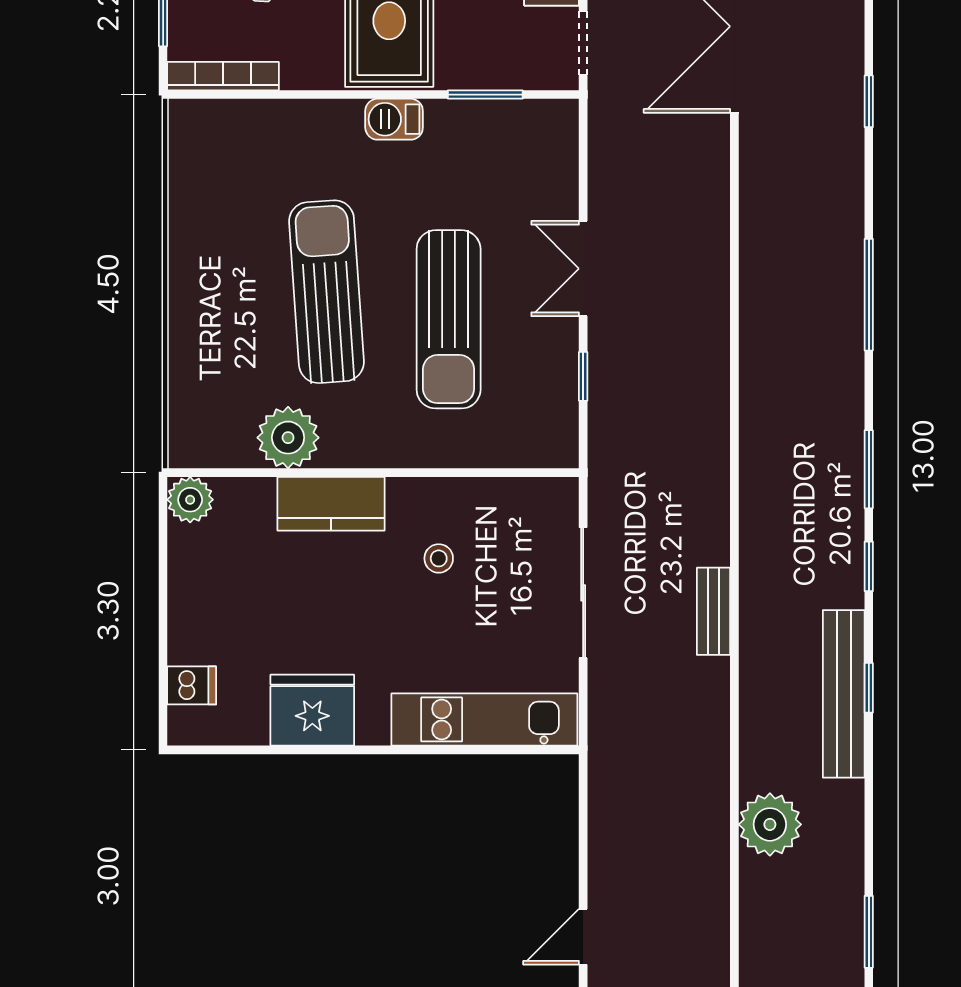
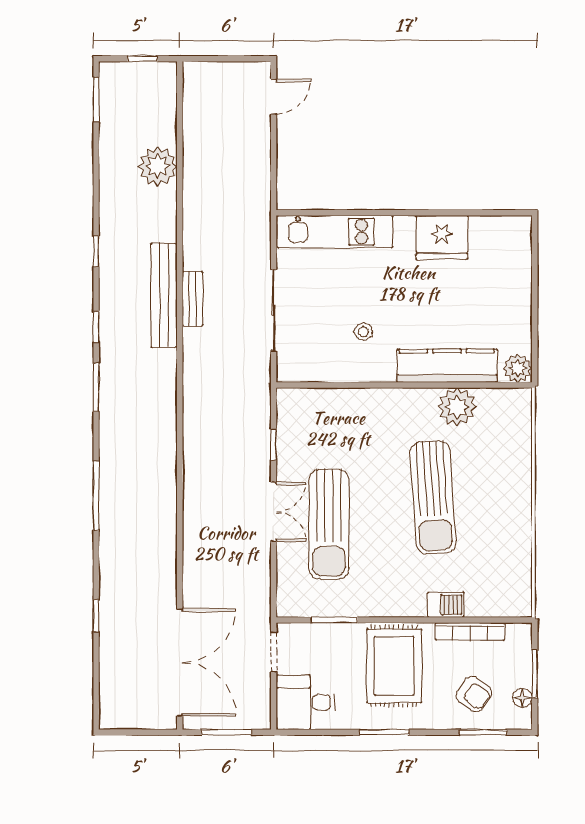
bookcase: (223, 76) -> (470, 631), moved
barbecue: (394, 119) -> (446, 605), moved
sun lounger: (449, 319) -> (329, 524), moved, turned 180
kitchen counter: (331, 504) -> (447, 366), width x1.50
dishwasher: (192, 685) -> (517, 253), removed
bench: (844, 694) -> (164, 295), moved

